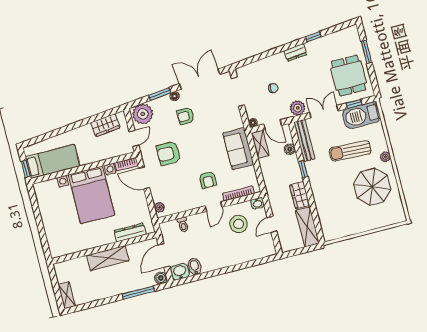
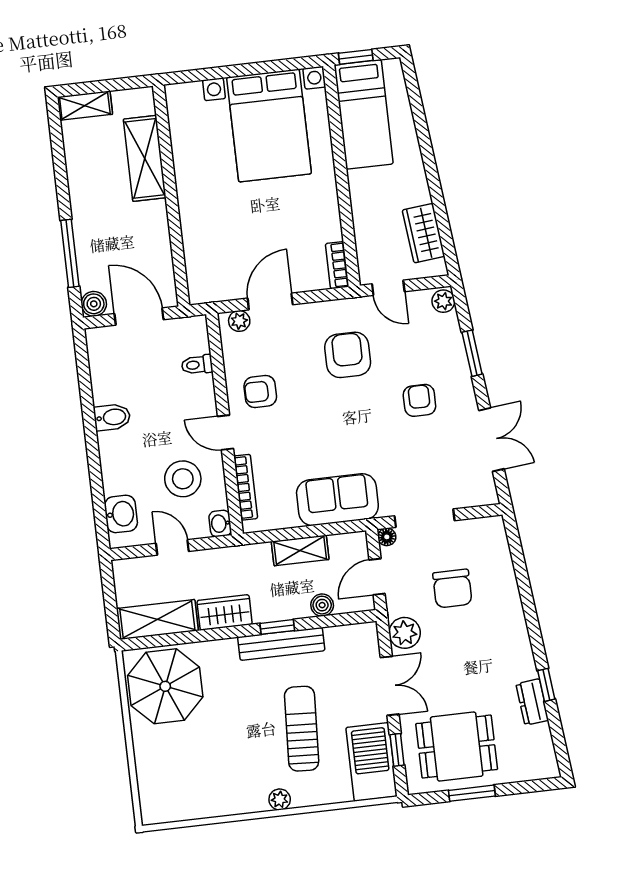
dresser: (295, 52) -> (532, 702), moved
window: (366, 52) -> (472, 793), moved
double door: (200, 79) -> (491, 440), width x0.73
chair: (273, 88) -> (452, 589), width x1.87, depth x1.87
doorway: (238, 92) -> (425, 518), moved
floor lamp: (175, 96) -> (463, 383), removed
plant: (143, 114) -> (443, 301), width x0.53, depth x0.53
bench: (304, 140) -> (281, 644), moved
shelving: (260, 144) -> (300, 550), moved
door: (144, 178) -> (270, 301), moved
armchair: (208, 180) -> (260, 392), moved
parasol: (372, 187) -> (165, 686), moved
bed with nightstands: (92, 195) -> (269, 126), moved, turned -90
dresser: (130, 233) -> (196, 253), removed
shelving: (108, 258) -> (145, 158), moved
bidet: (195, 267) -> (112, 417), moved
washbasin: (180, 272) -> (121, 514), moved

